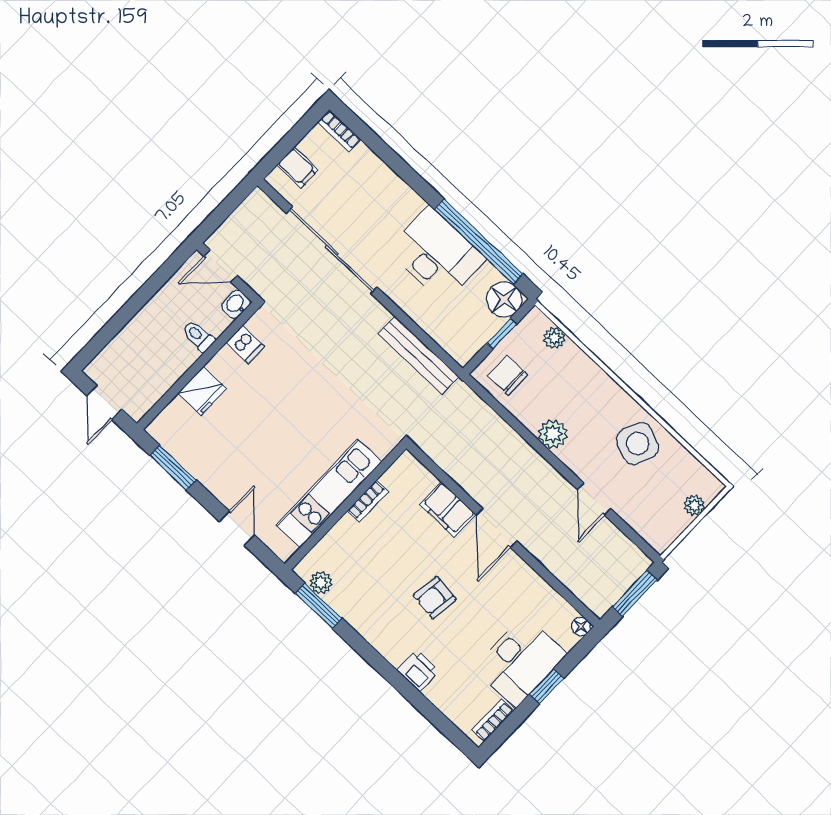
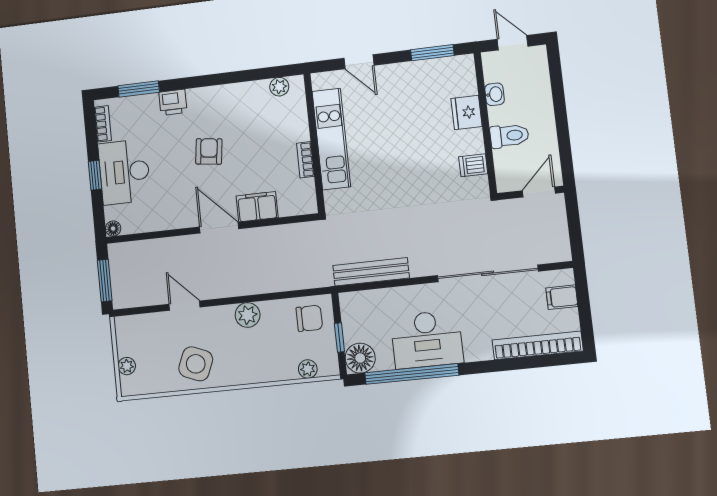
bookcase: (339, 131) -> (538, 345), width x2.31, depth x1.31
washbasin: (236, 304) -> (495, 94), moved
toilet: (198, 336) -> (509, 136), width x1.37, depth x1.39
window: (319, 606) -> (139, 89), moved

